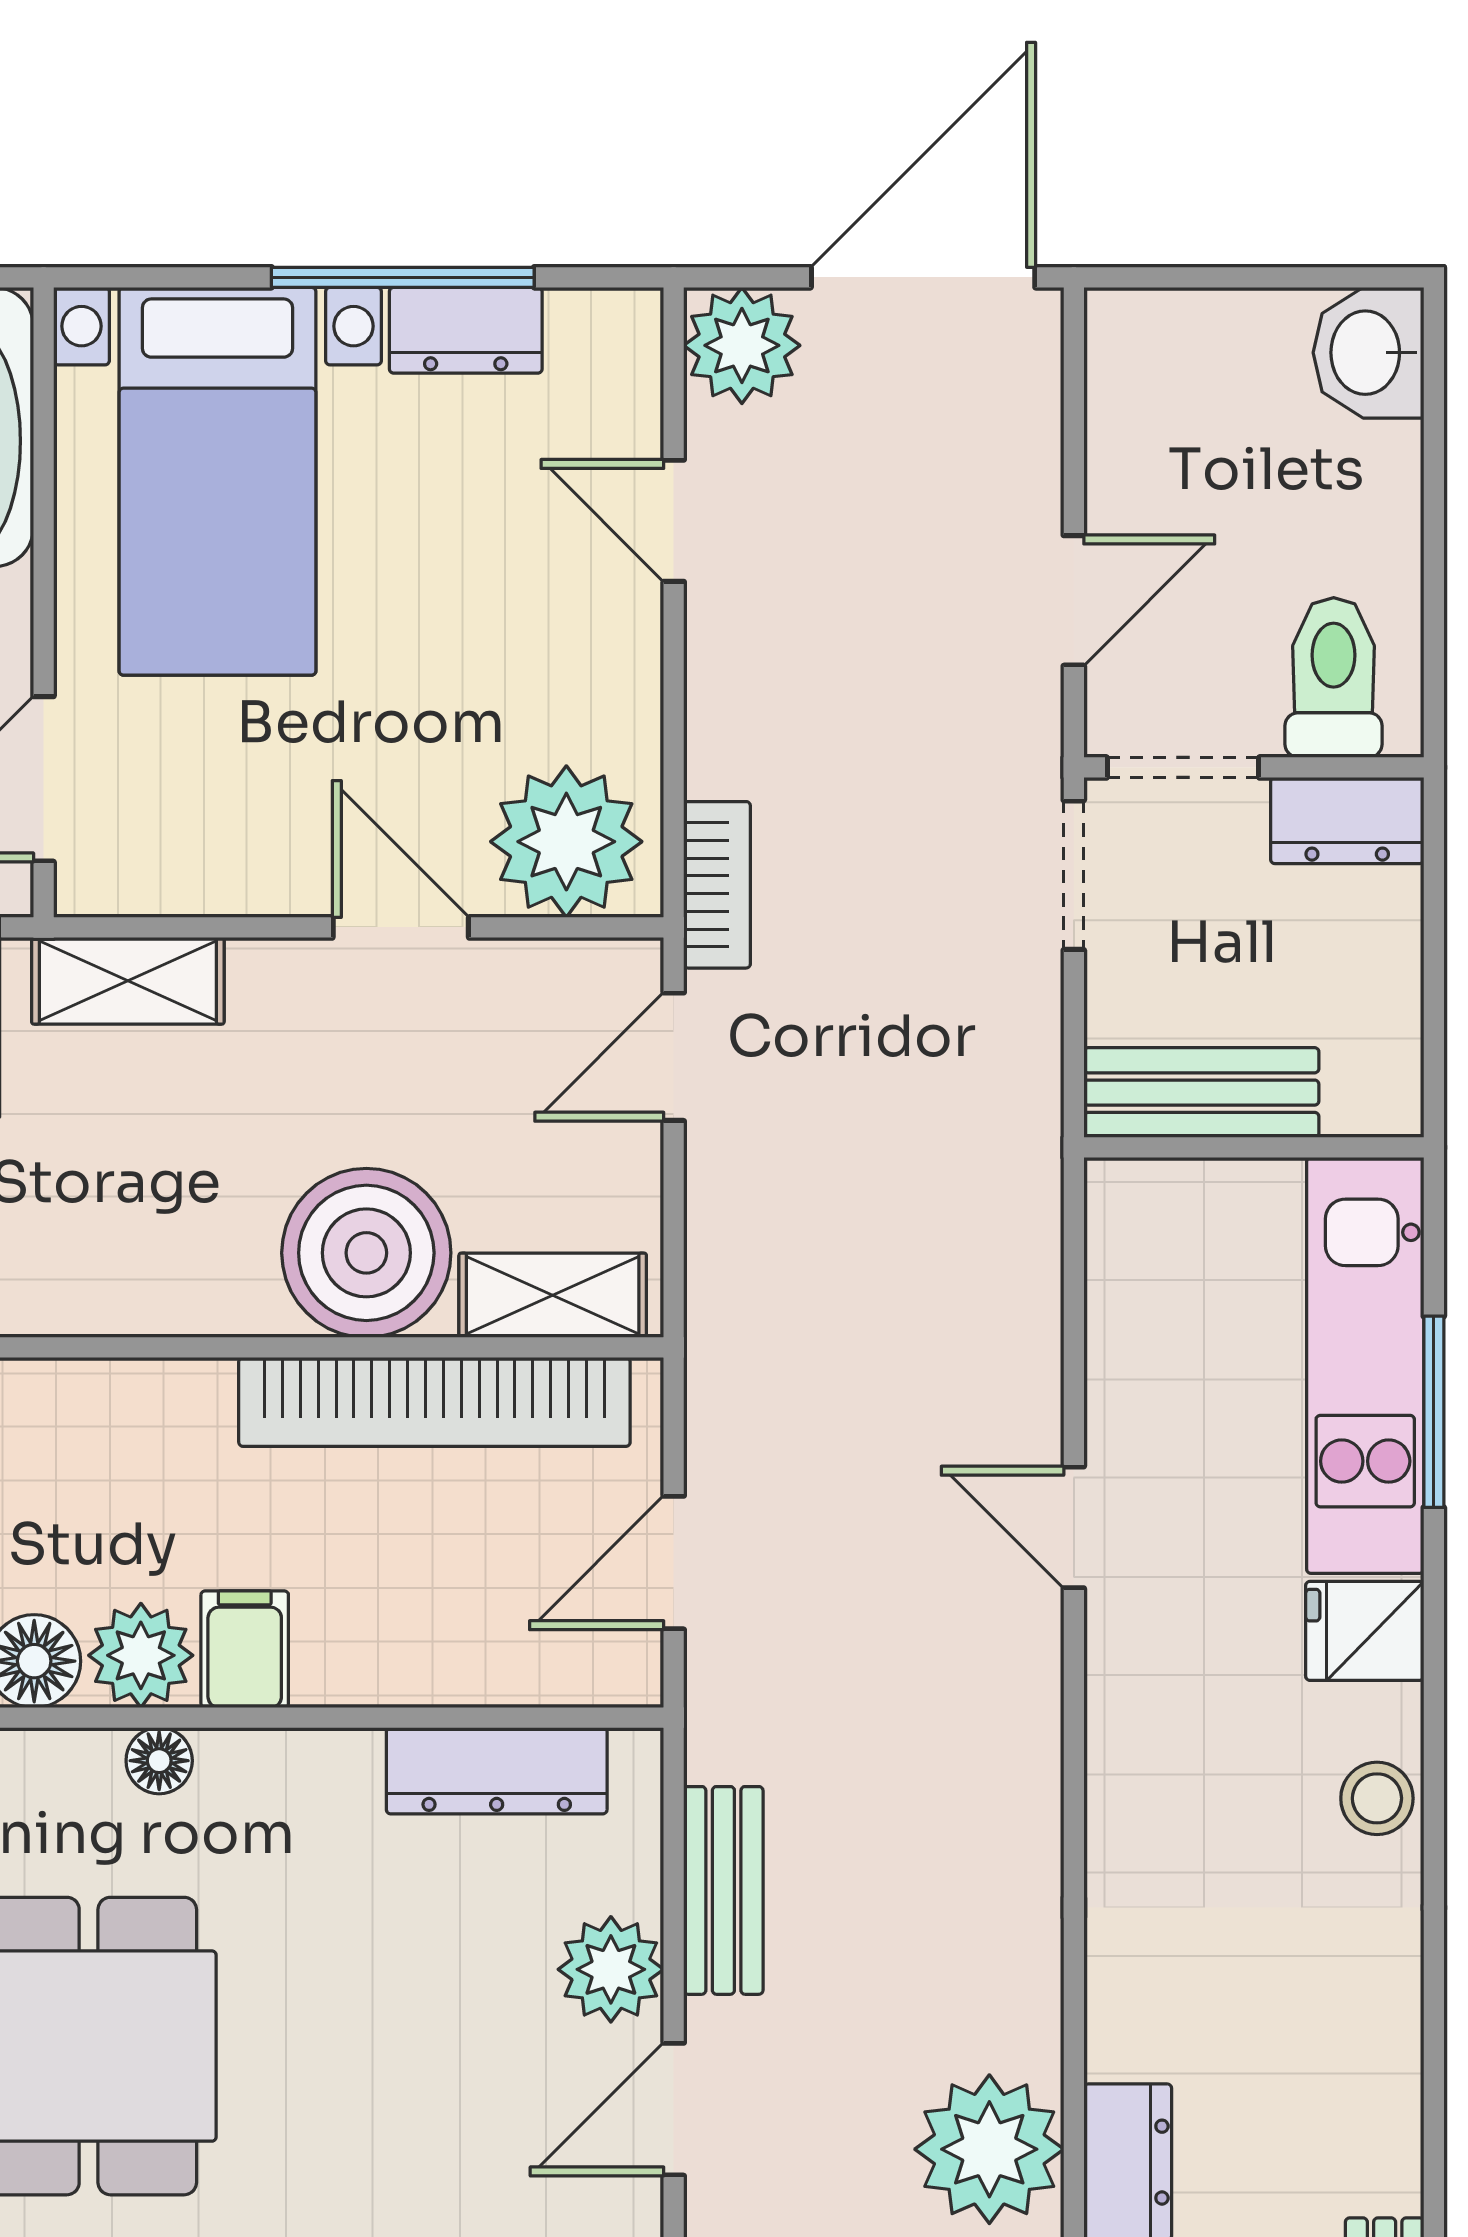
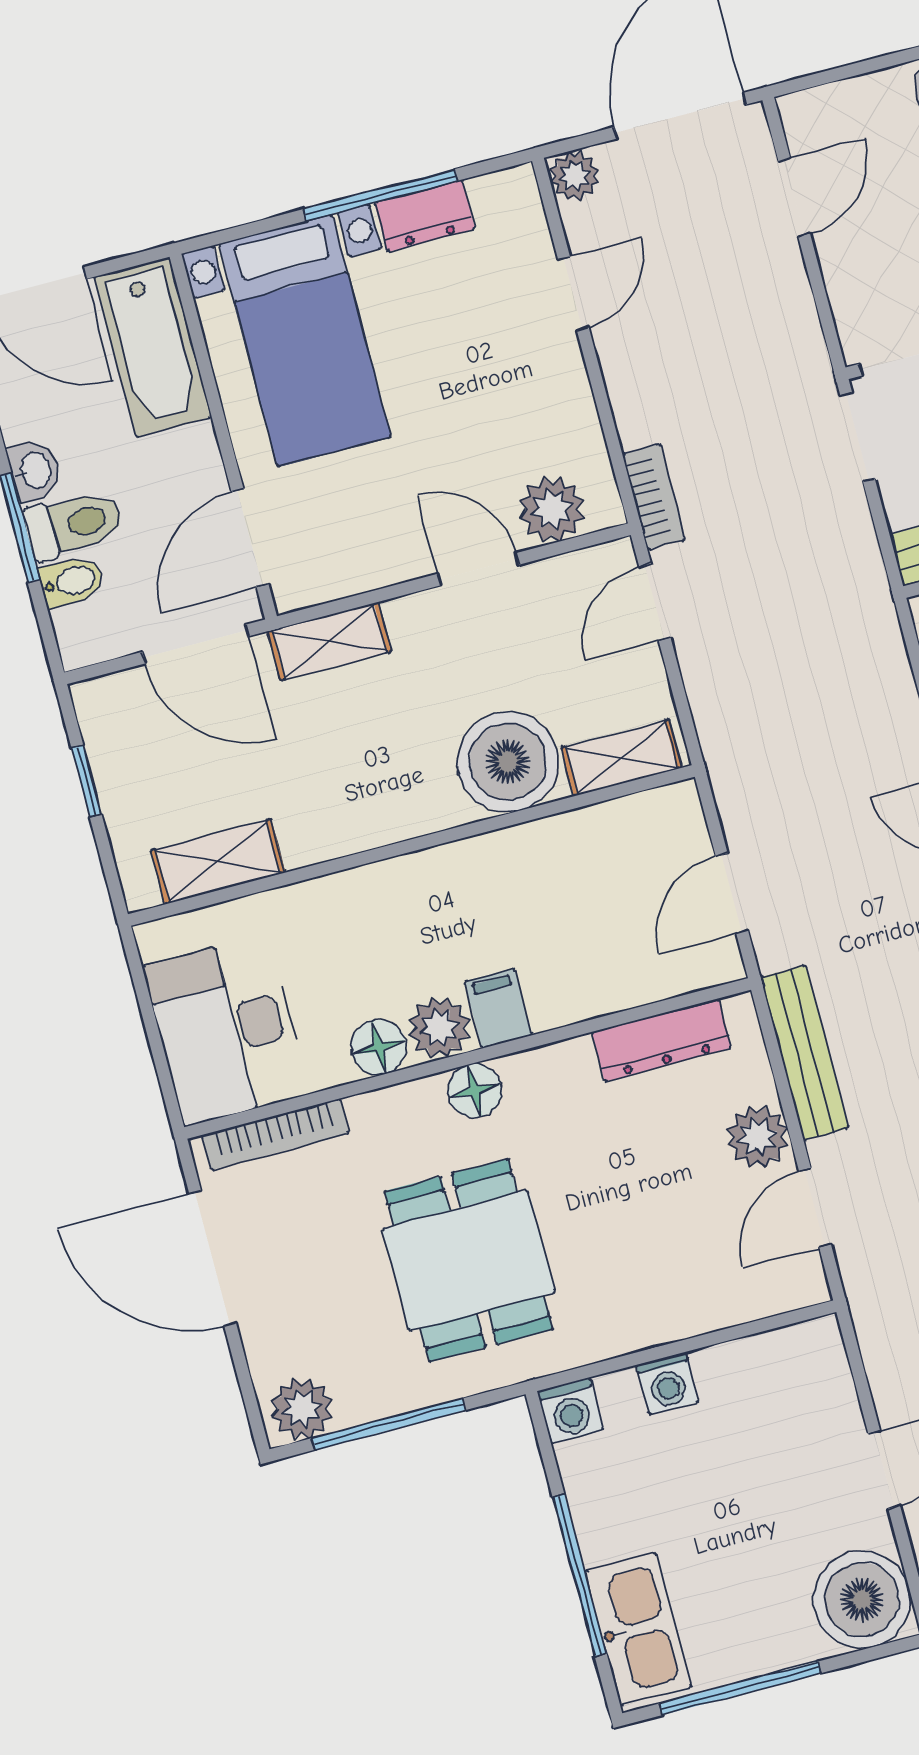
plant: (742, 345) -> (574, 176), width x0.73, depth x0.73
door: (674, 521) -> (573, 294), swing flipped
door: (1074, 600) -> (794, 197), moved
plant: (566, 842) -> (552, 509), width x0.73, depth x0.73
bookcase: (434, 1402) -> (570, 837), removed
floor lamp: (159, 1761) -> (475, 1091), width x1.37, depth x1.37
bench: (723, 1890) -> (804, 1053), width x1.36

